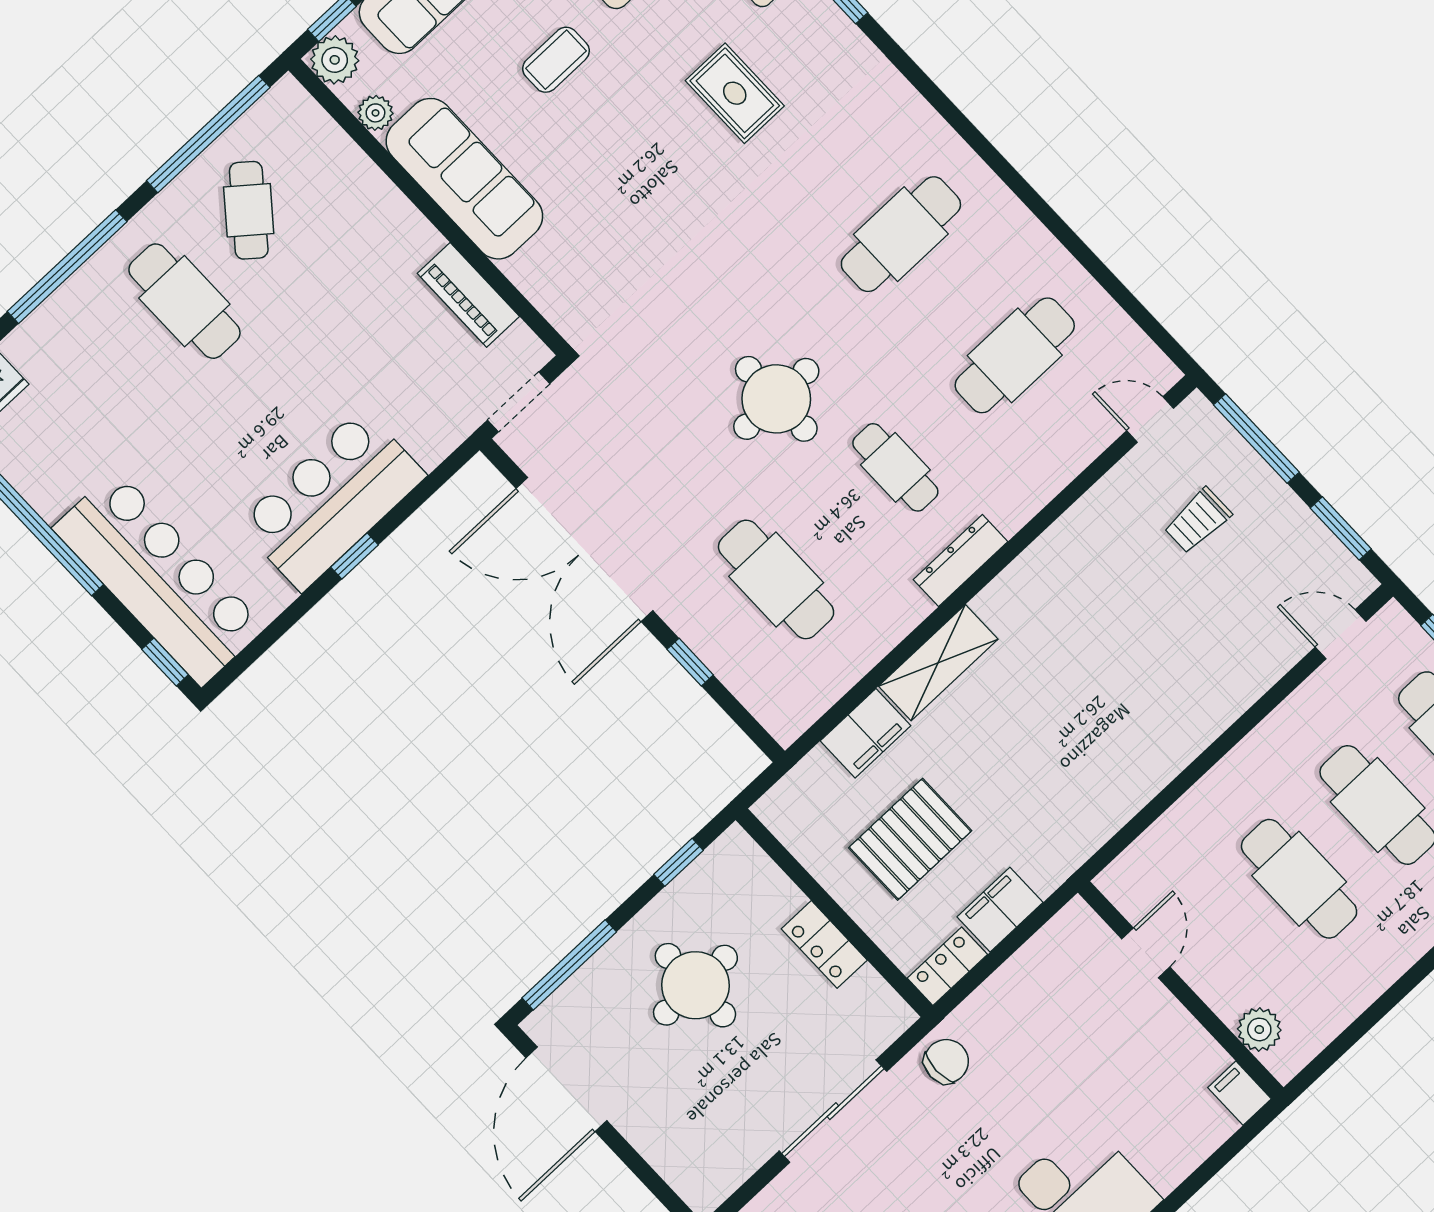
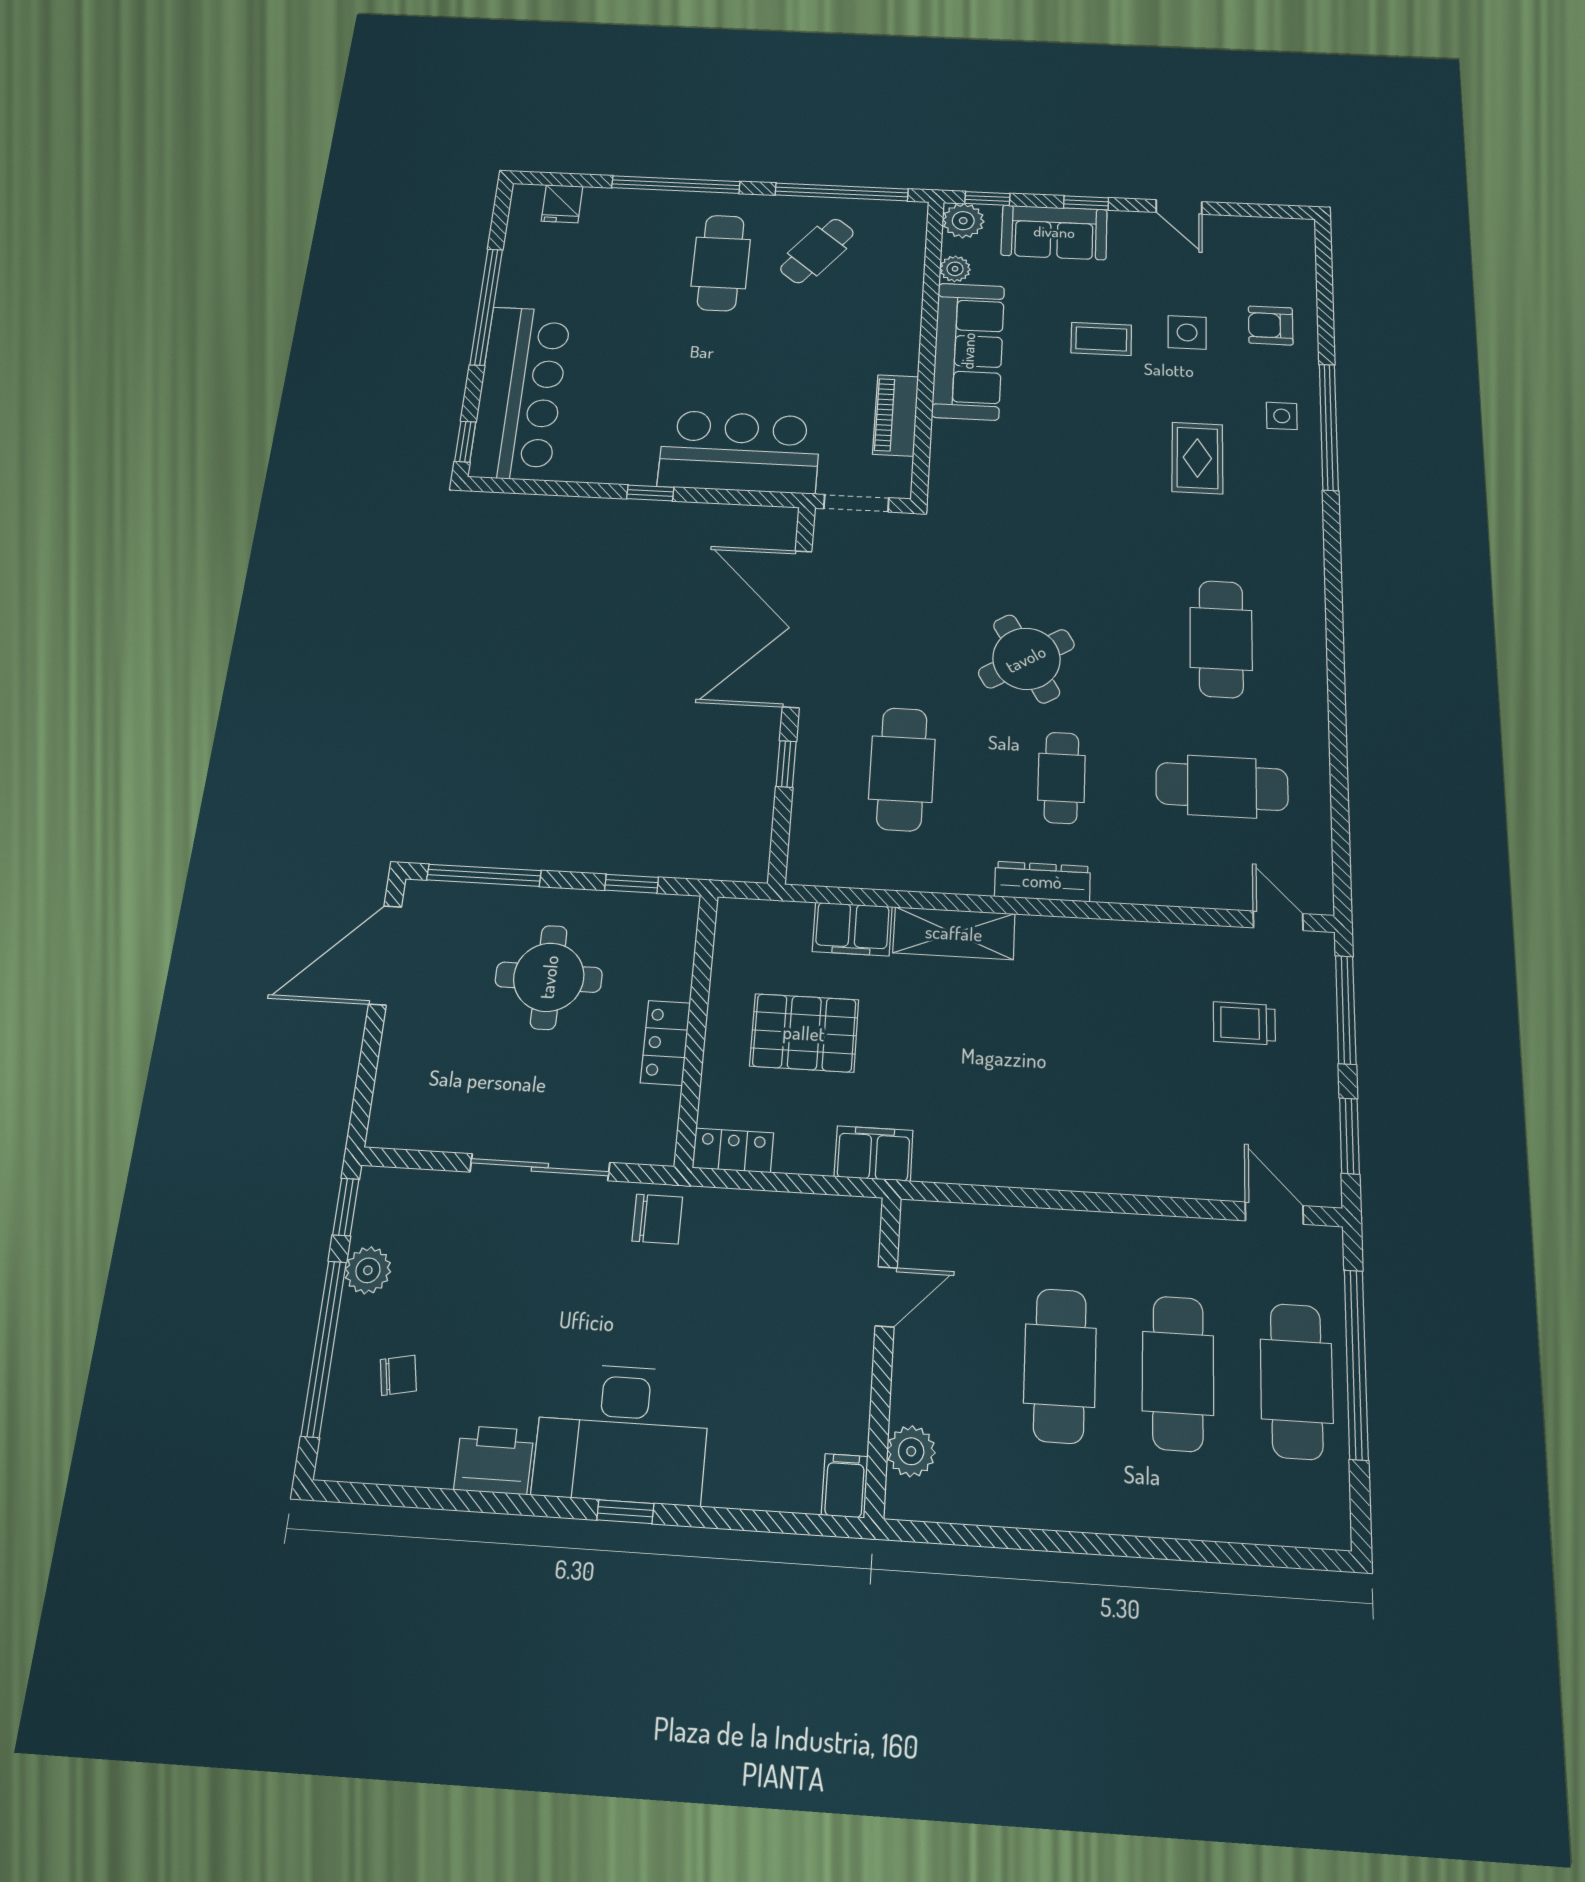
cafe table: (901, 234) -> (1221, 639), turned 90
round table: (776, 399) -> (1026, 659), turned -31
bar counter: (332, 500) -> (740, 452), moved
filing cabinet: (1000, 910) -> (874, 1154), moved

